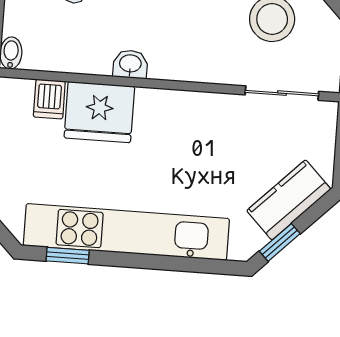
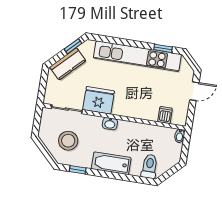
washbasin: (130, 64) -> (110, 124), moved
fridge: (99, 112) -> (99, 100), moved

